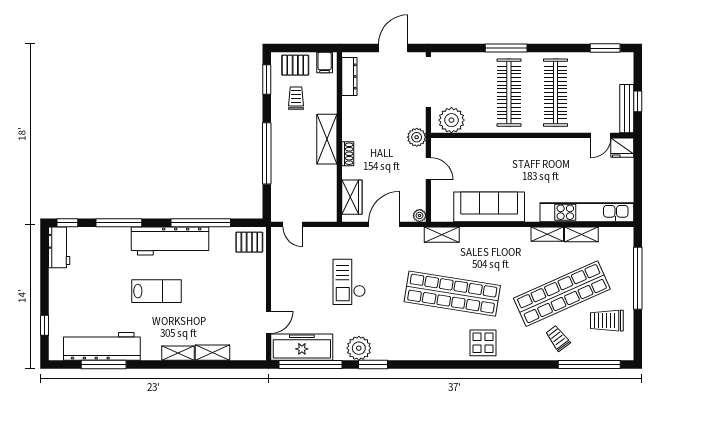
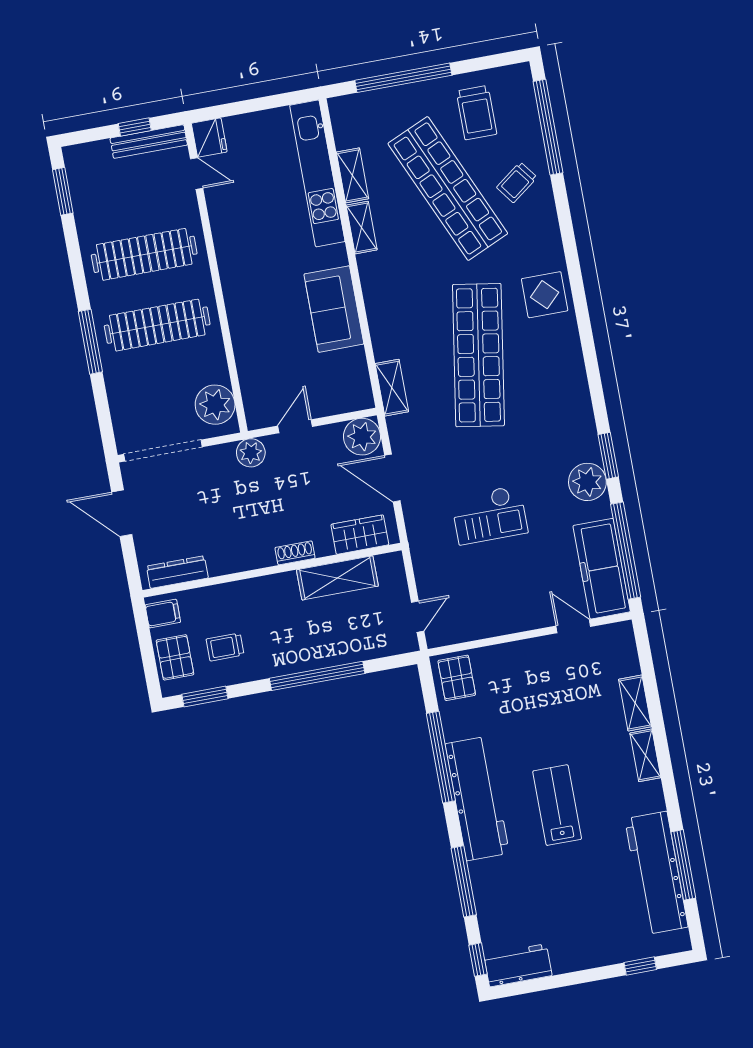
shelving: (327, 139) -> (337, 578), moved
sofa: (489, 207) -> (334, 309), width x0.73
plant: (420, 216) -> (362, 437), width x1.88, depth x1.88

